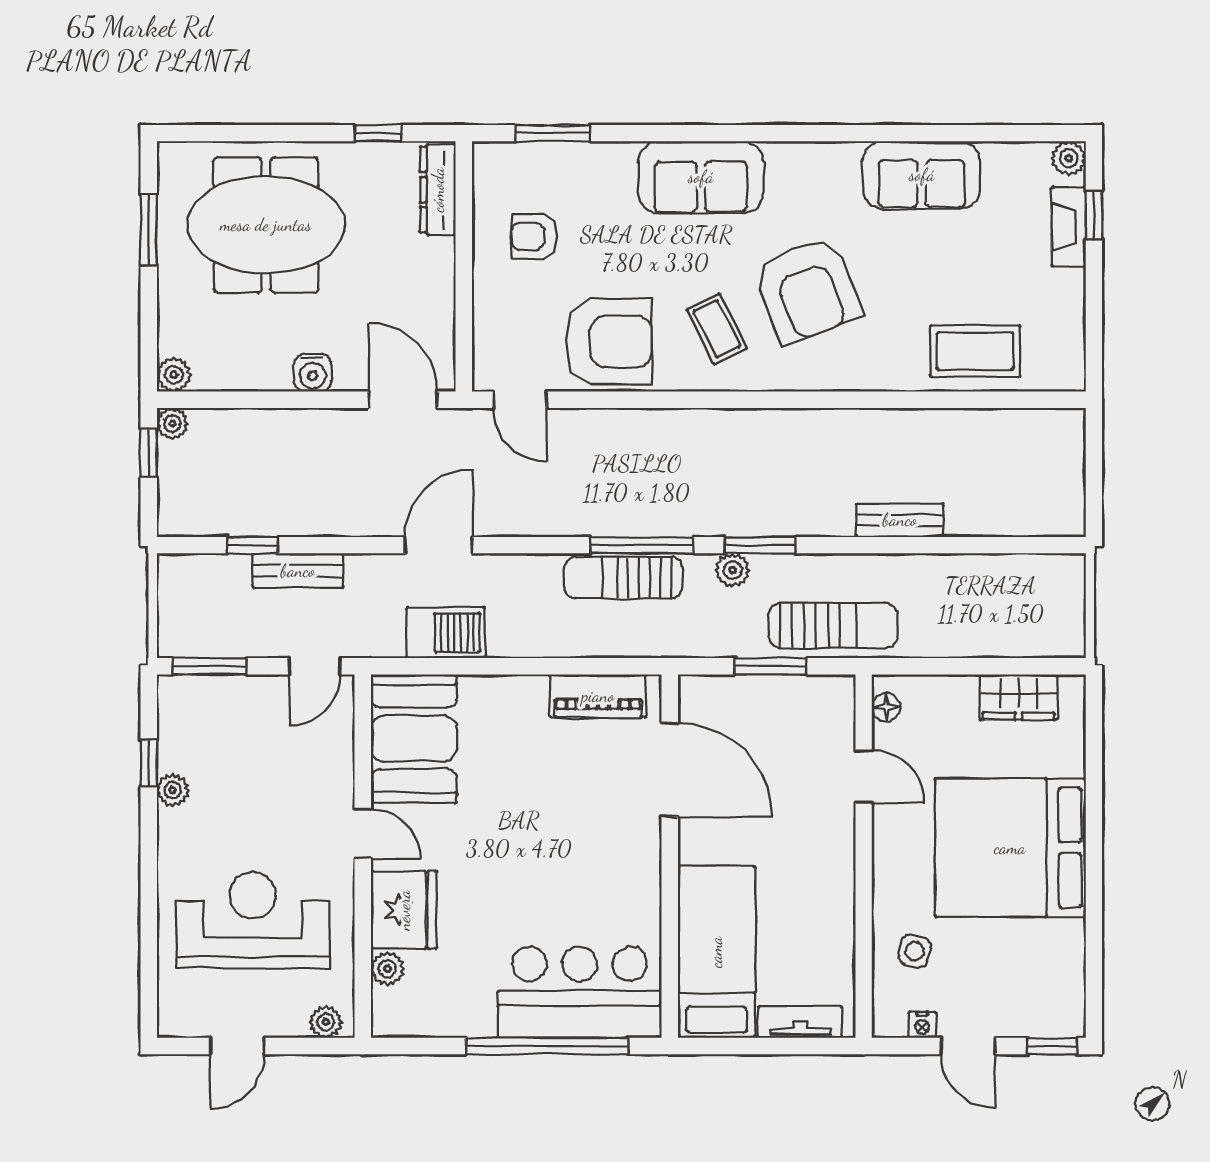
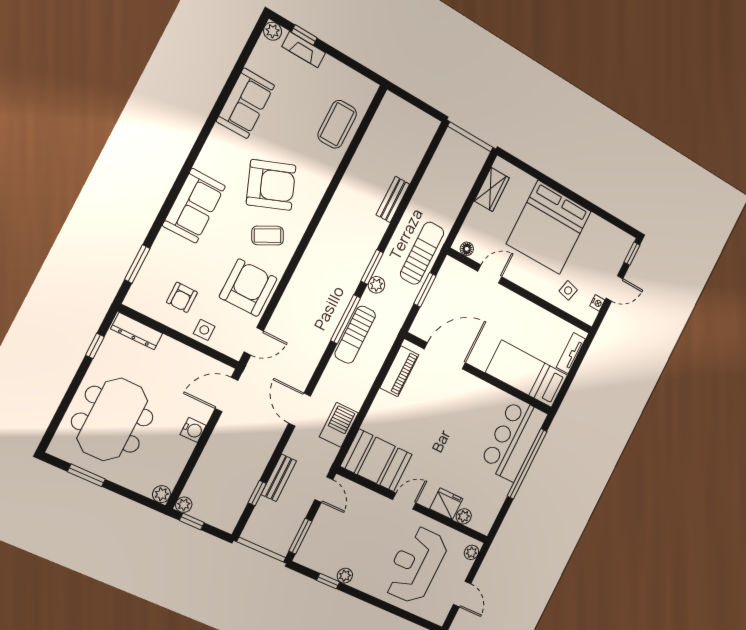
side table: (497, 303) -> (204, 330), added
fridge: (404, 910) -> (446, 504), width x0.73, depth x0.75

